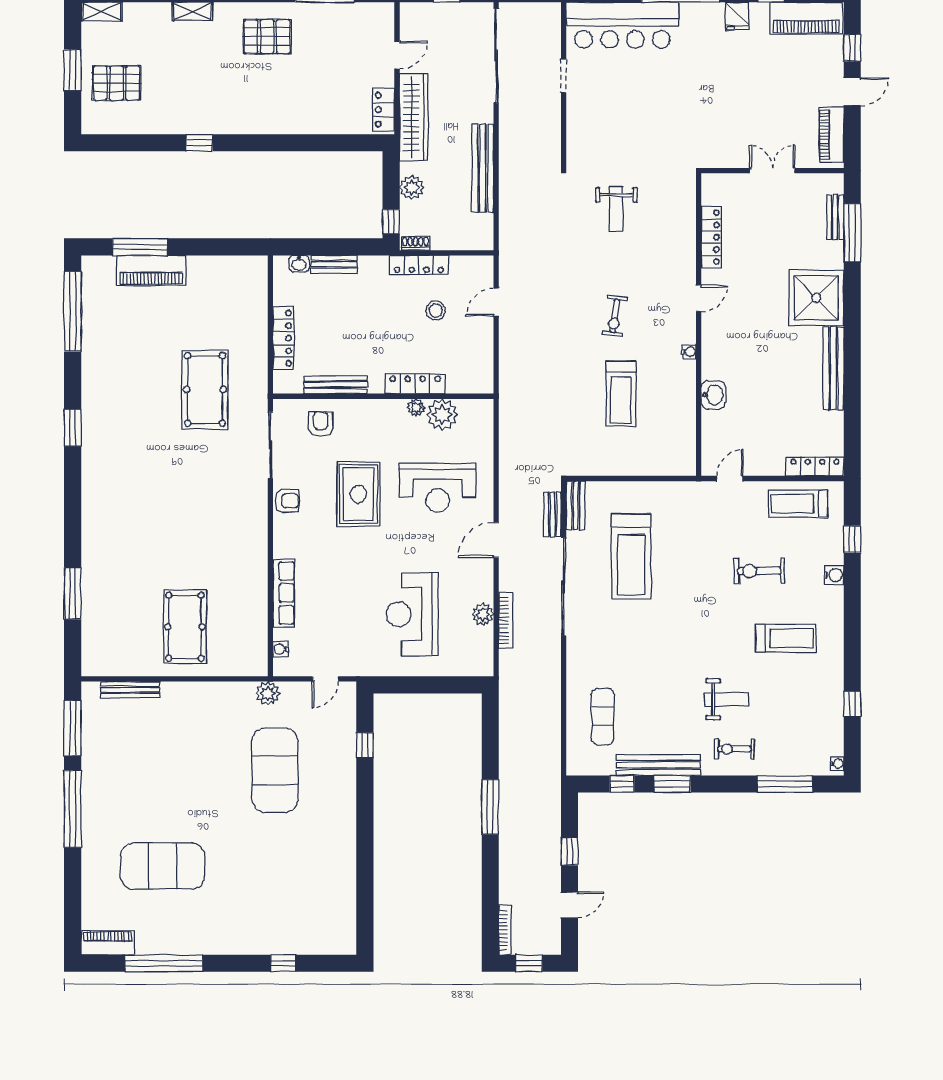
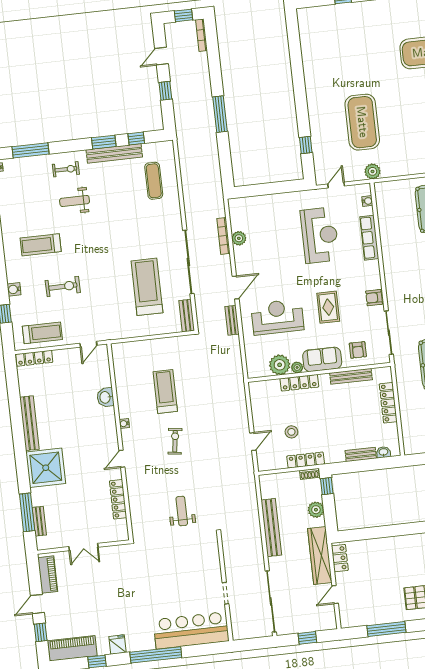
sofa: (376, 416) -> (322, 359), added
rug: (358, 494) -> (328, 307), width x0.73, depth x0.70
bench: (553, 514) -> (232, 320), moved
reception desk: (412, 614) -> (320, 235), moved

